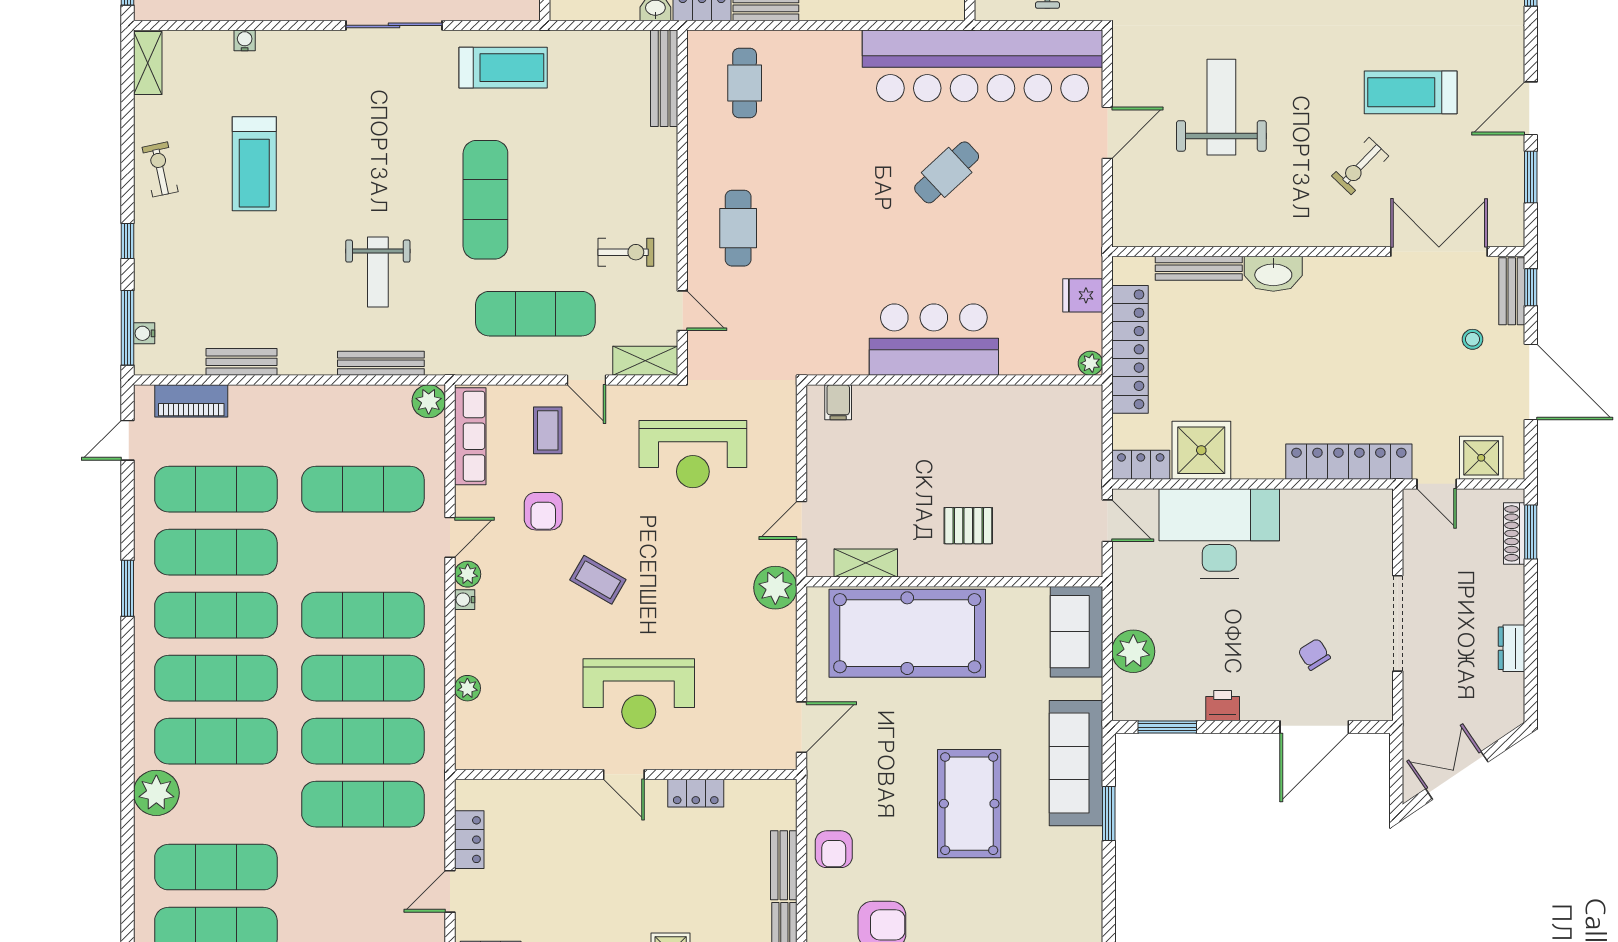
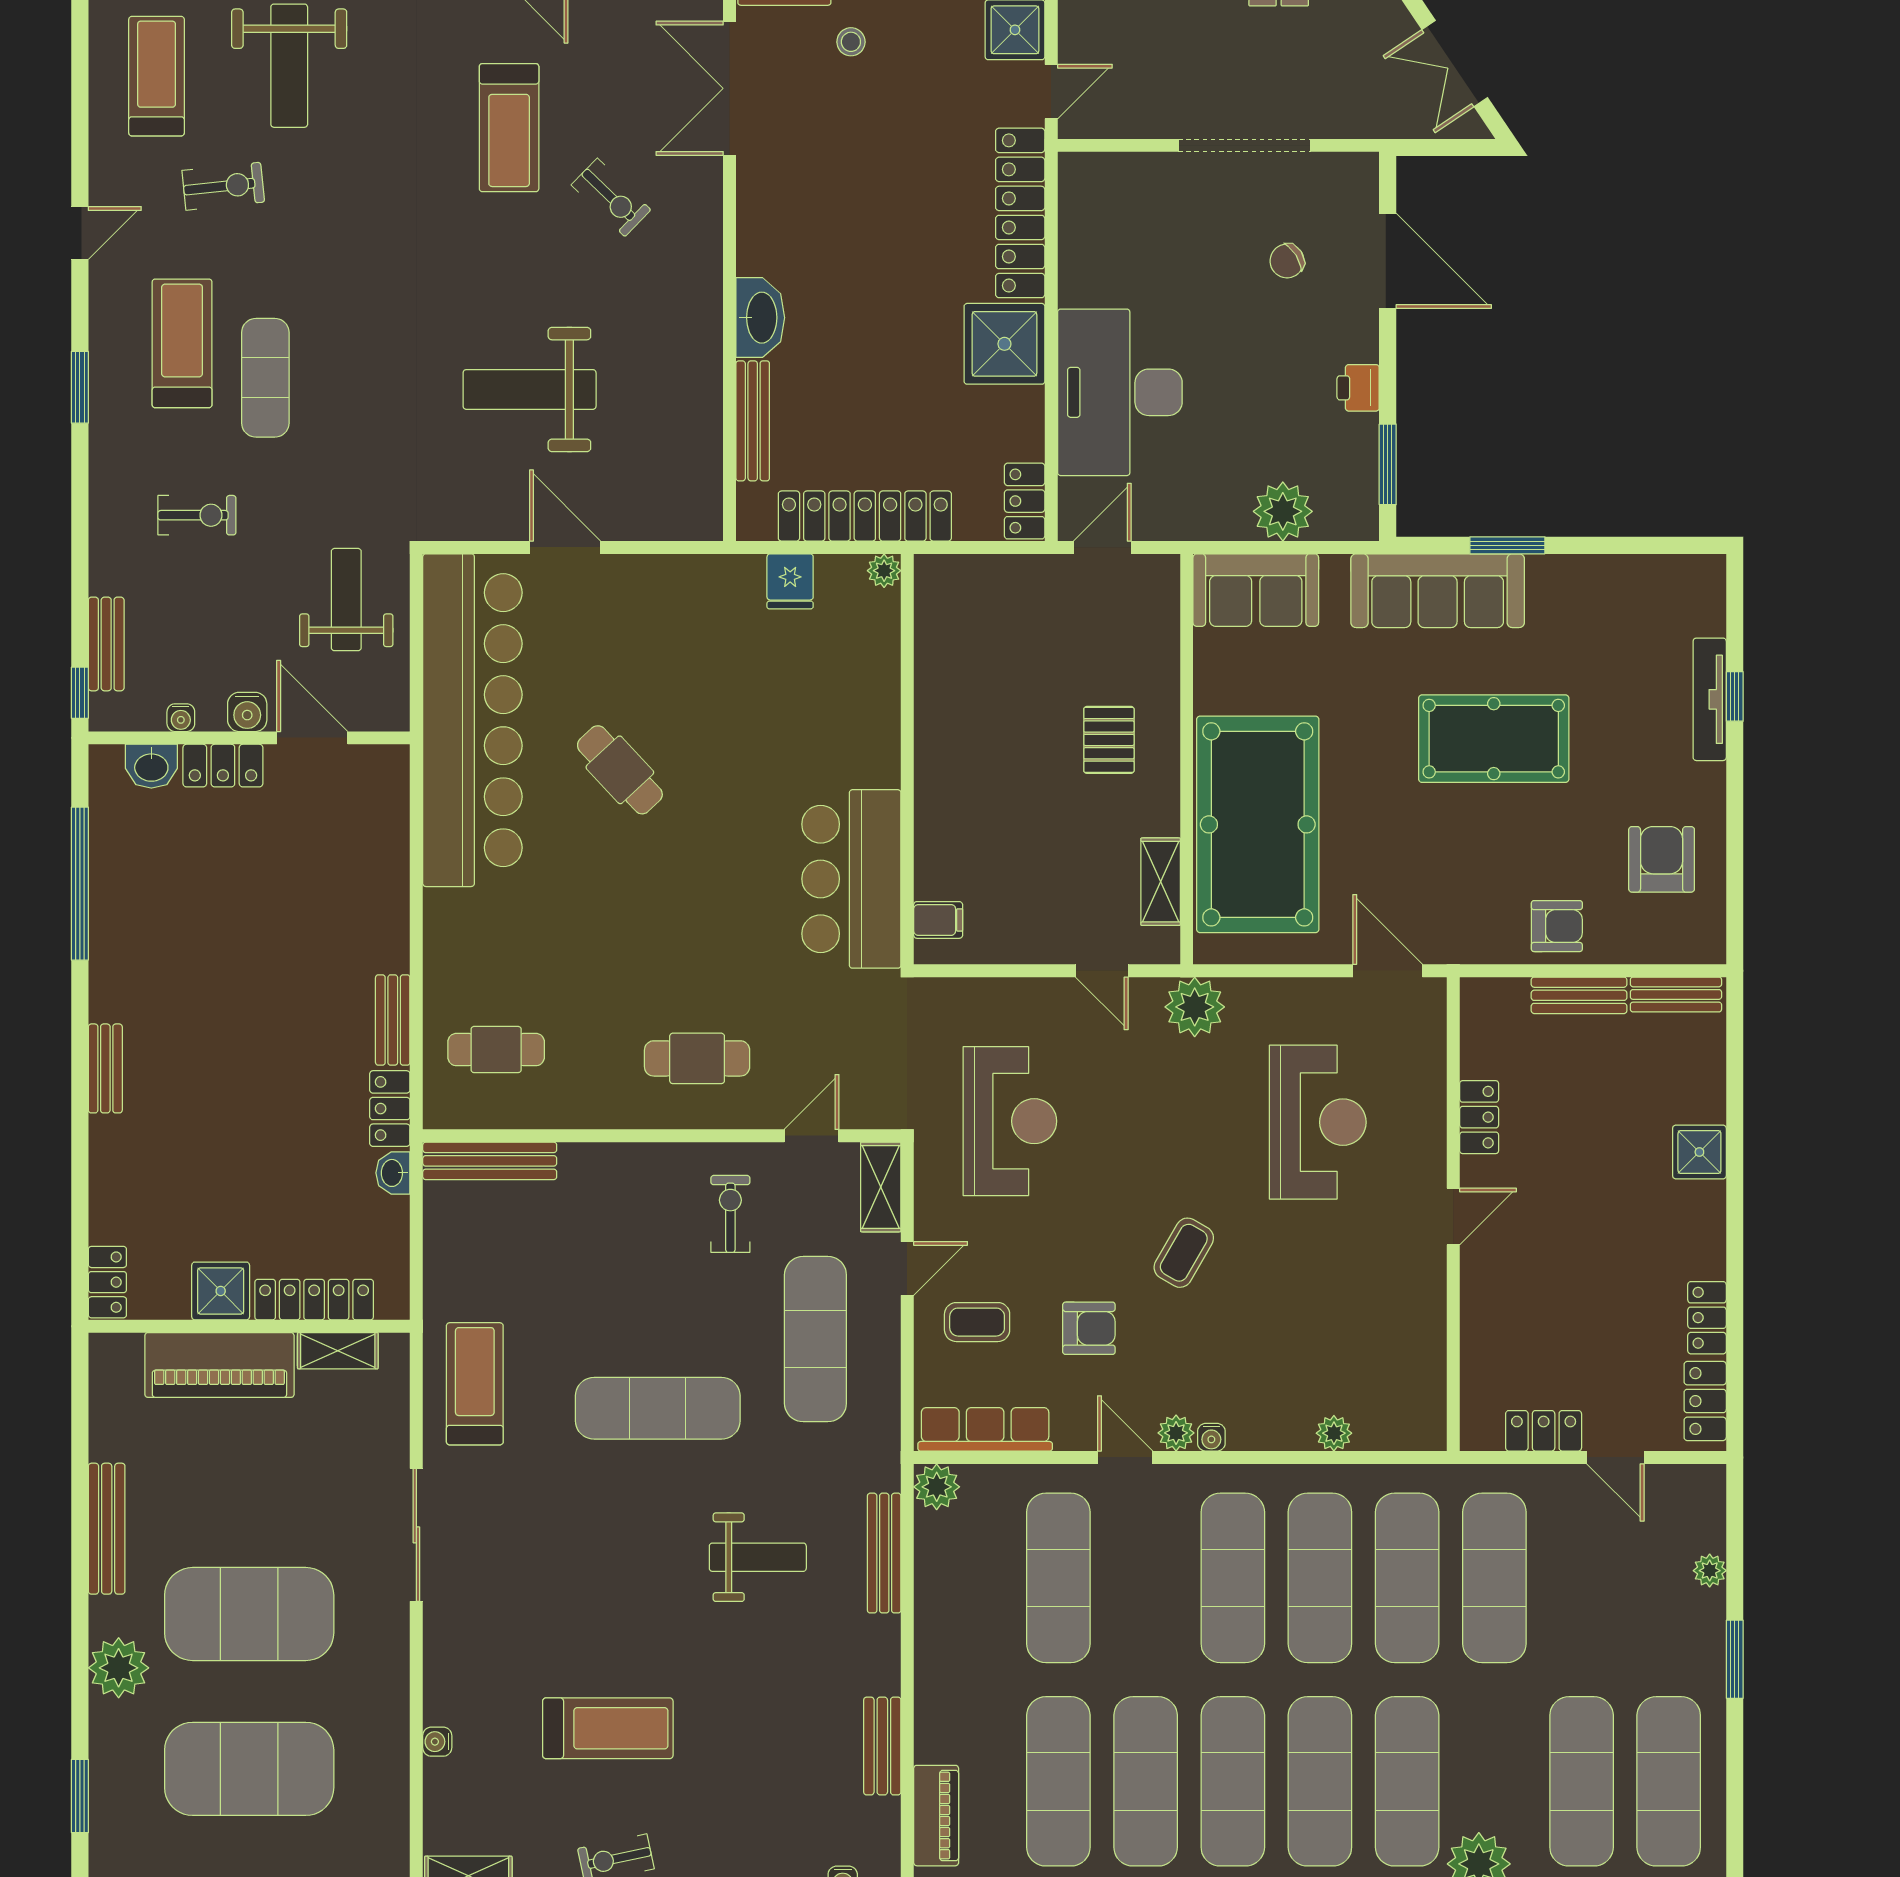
bar counter: (934, 340) -> (851, 879), moved
shower: (1201, 450) -> (1004, 344), moved
reception desk: (639, 694) -> (1318, 1122), moved

